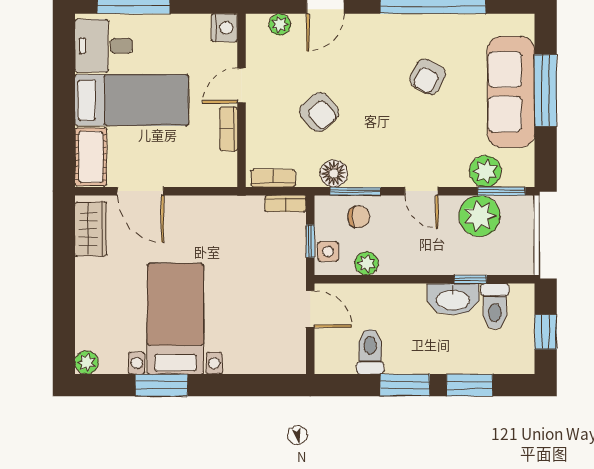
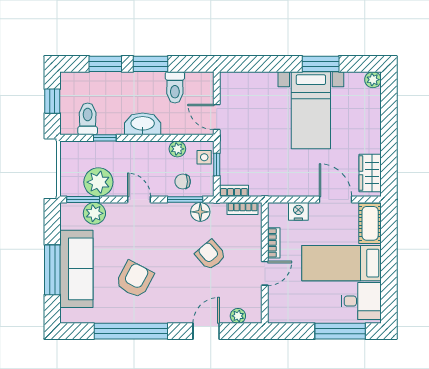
nightstand: (224, 28) -> (298, 211), moved, turned 90
armchair: (428, 77) -> (135, 279), width x1.38, depth x1.38
washbasin: (453, 299) -> (143, 124), moved

